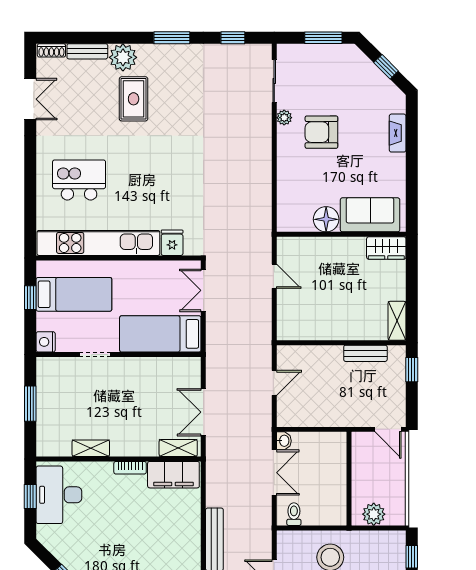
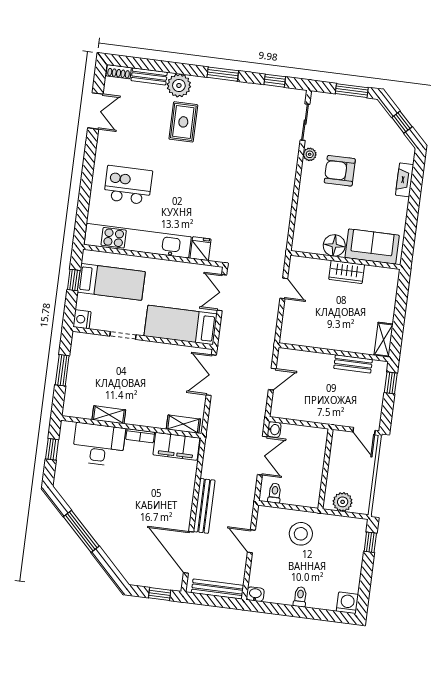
wardrobe: (386, 248) -> (347, 272), moved
double door: (203, 412) -> (211, 375), moved
desk: (59, 495) -> (99, 444), moved, turned 90

